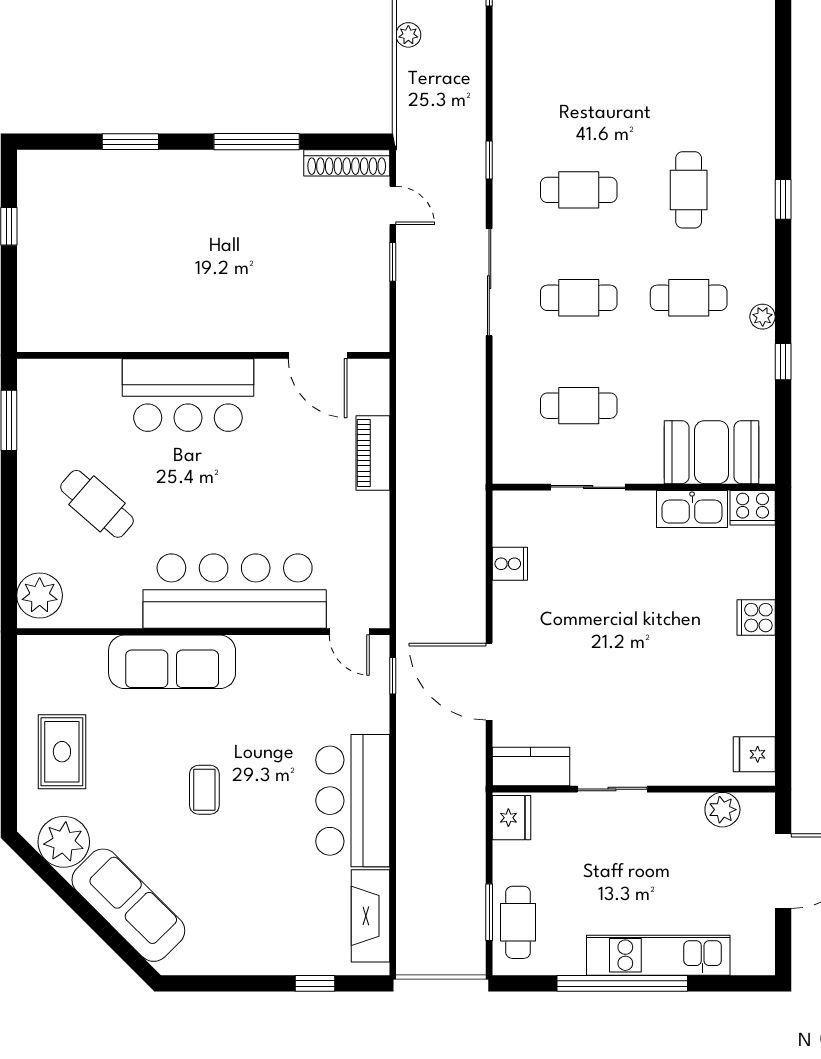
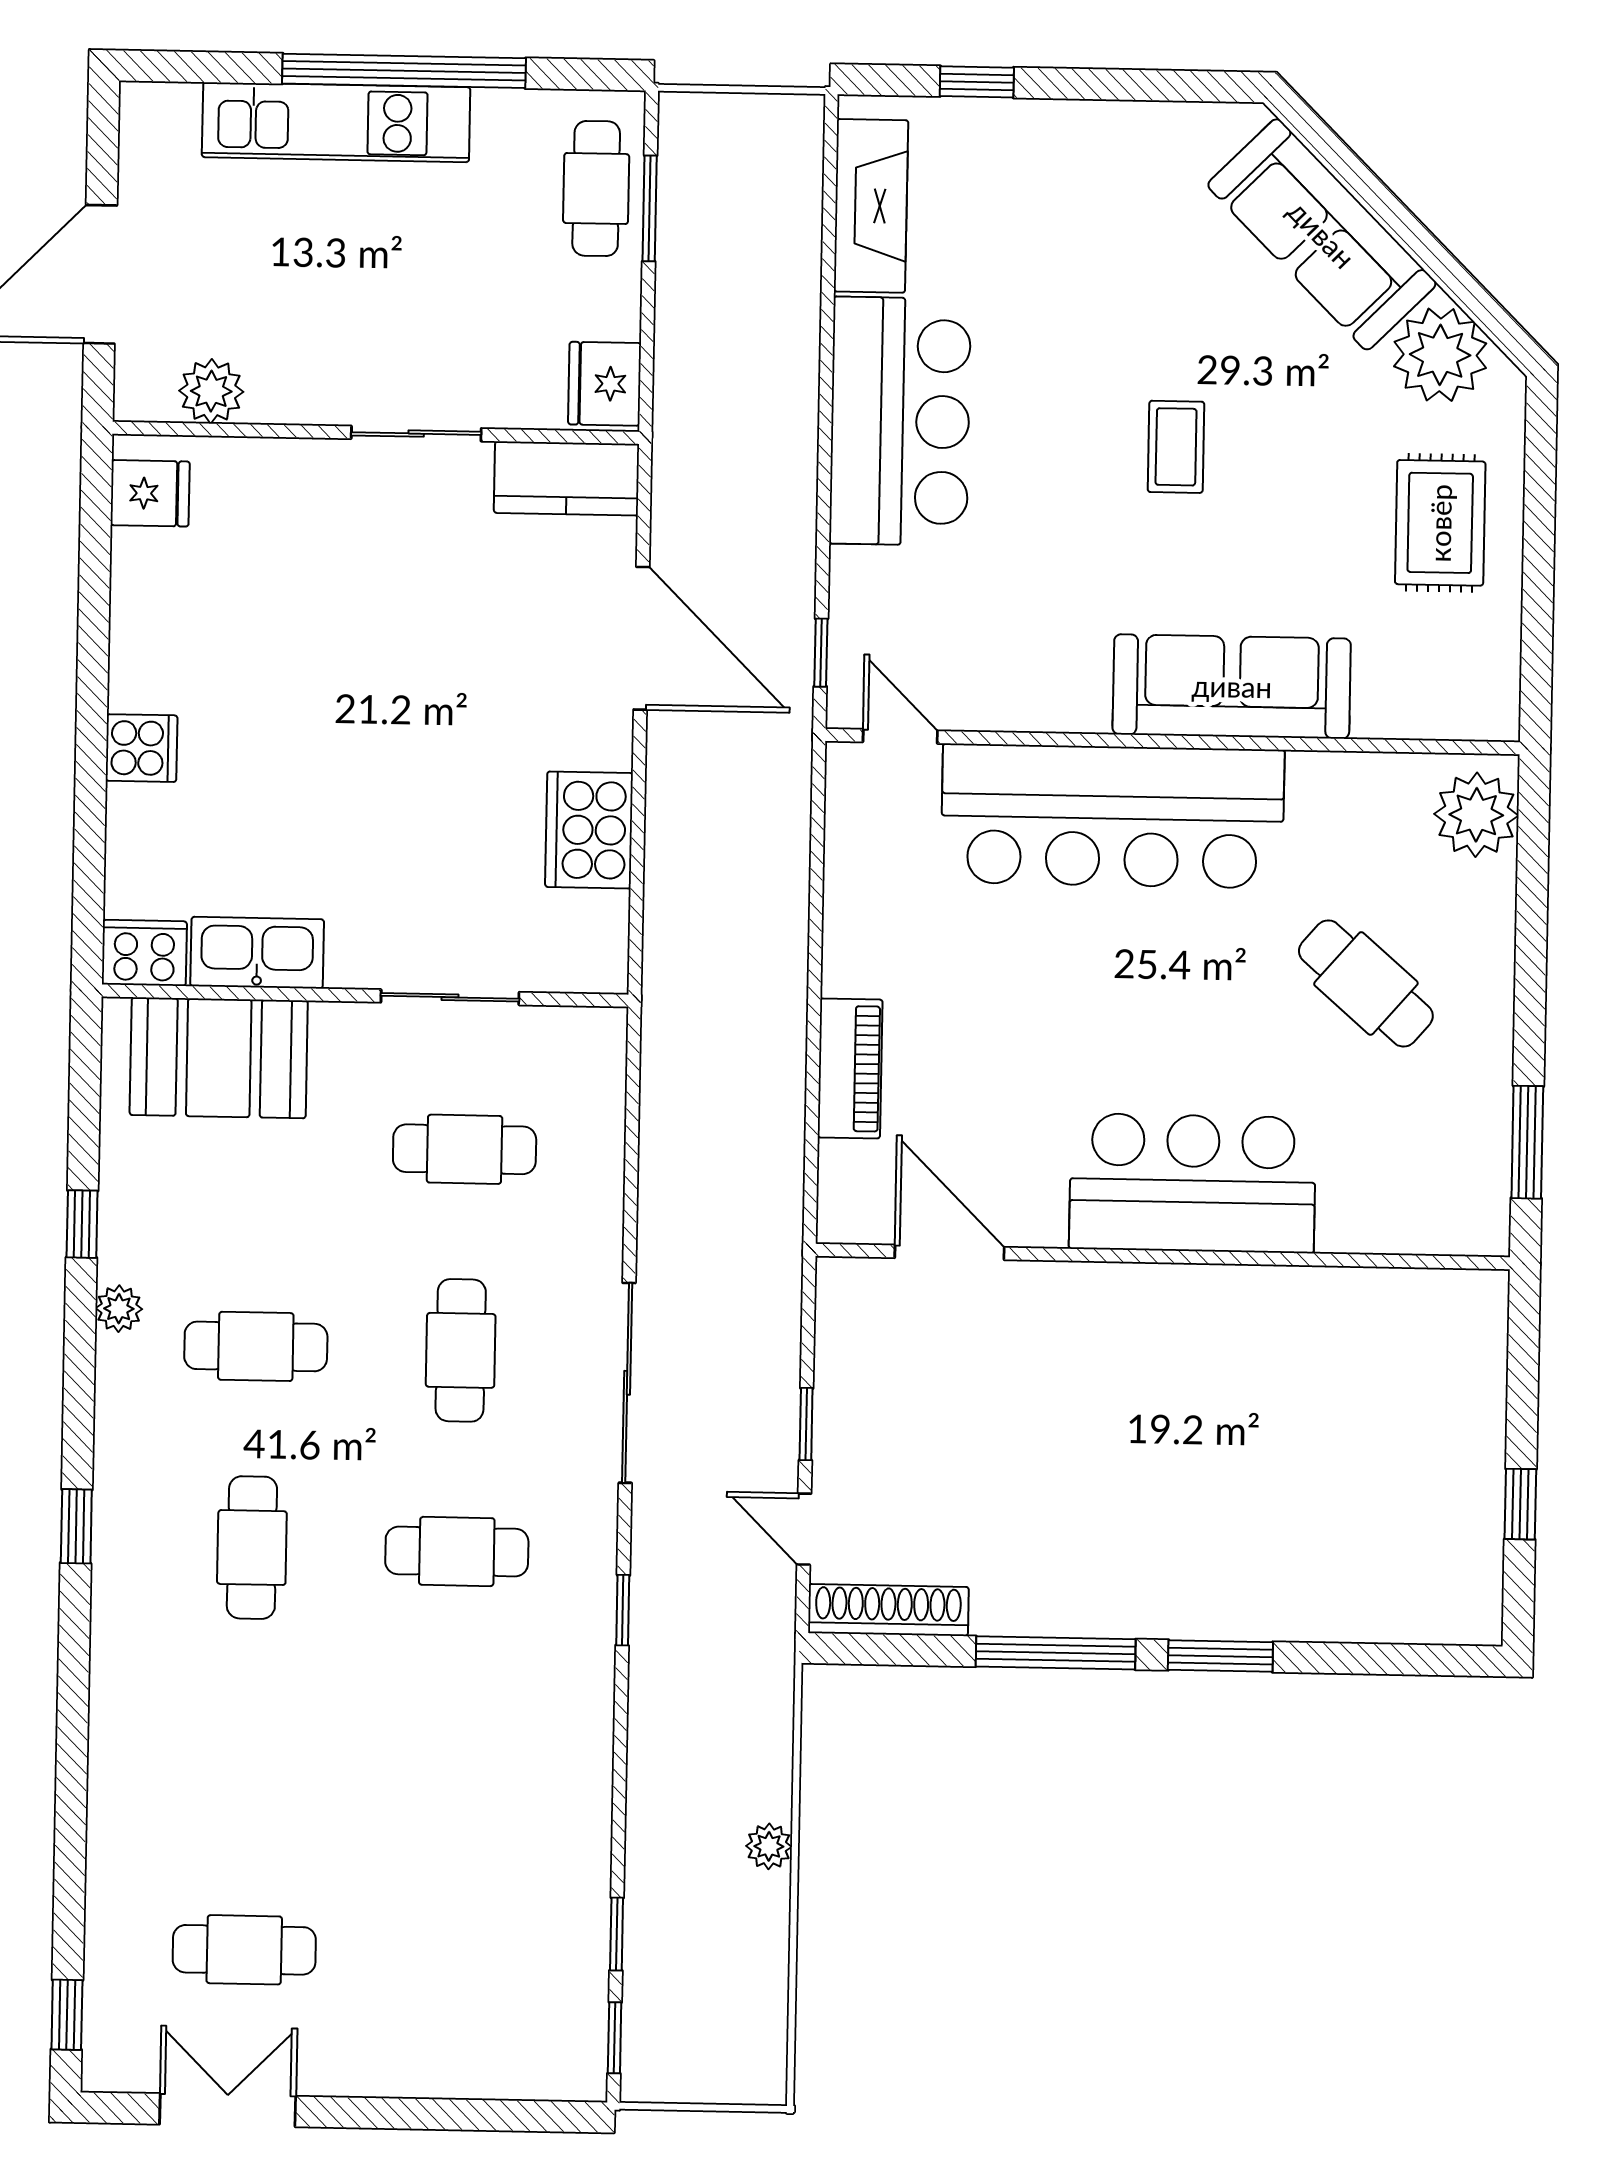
window: (130, 142) -> (1220, 1656), moved
cafe table: (579, 298) -> (461, 1350), turned 90
cooker: (510, 564) -> (589, 830), width x1.87, depth x1.31

